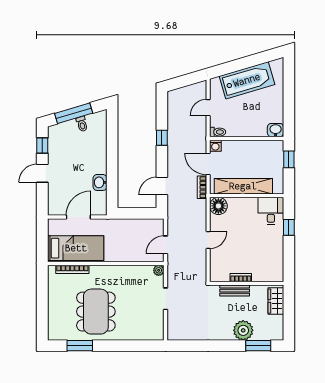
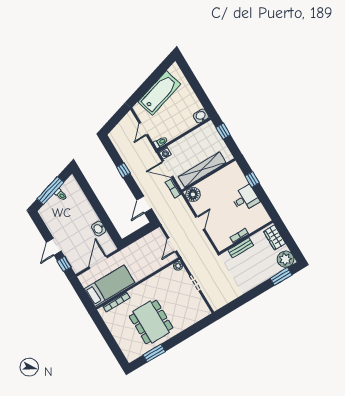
window: (42, 146) -> (64, 264), moved
desk: (271, 211) -> (245, 199), moved, turned 90
plant: (243, 330) -> (285, 259), moved

